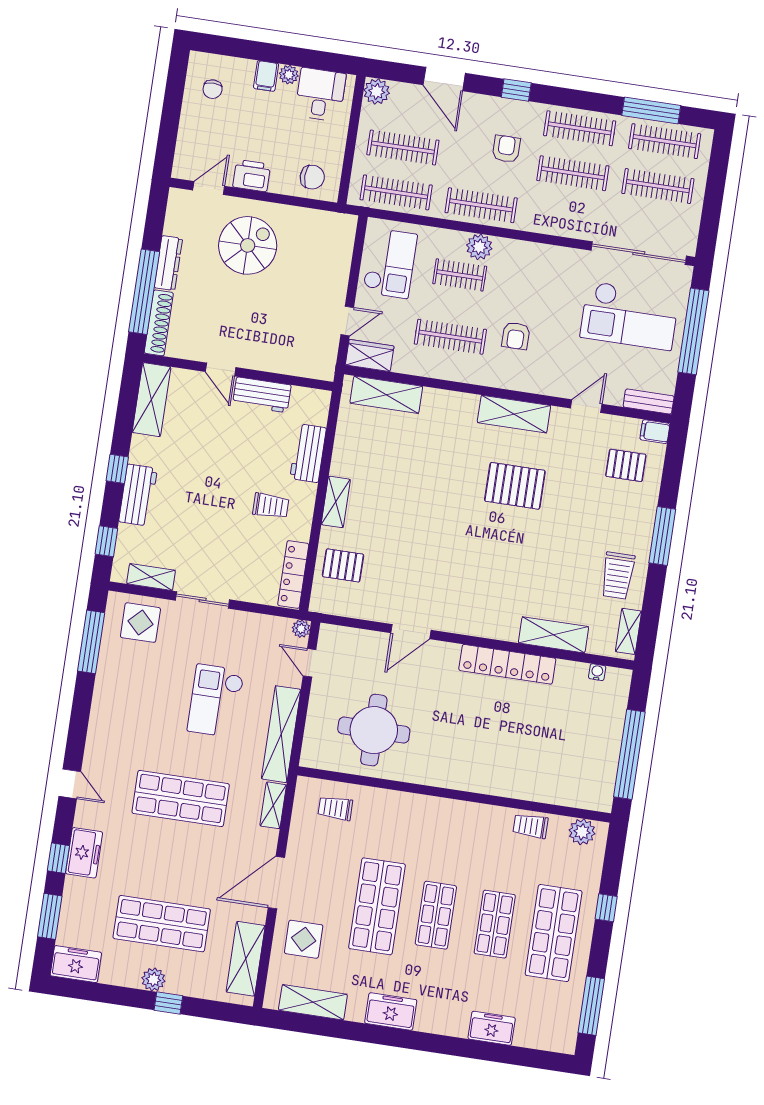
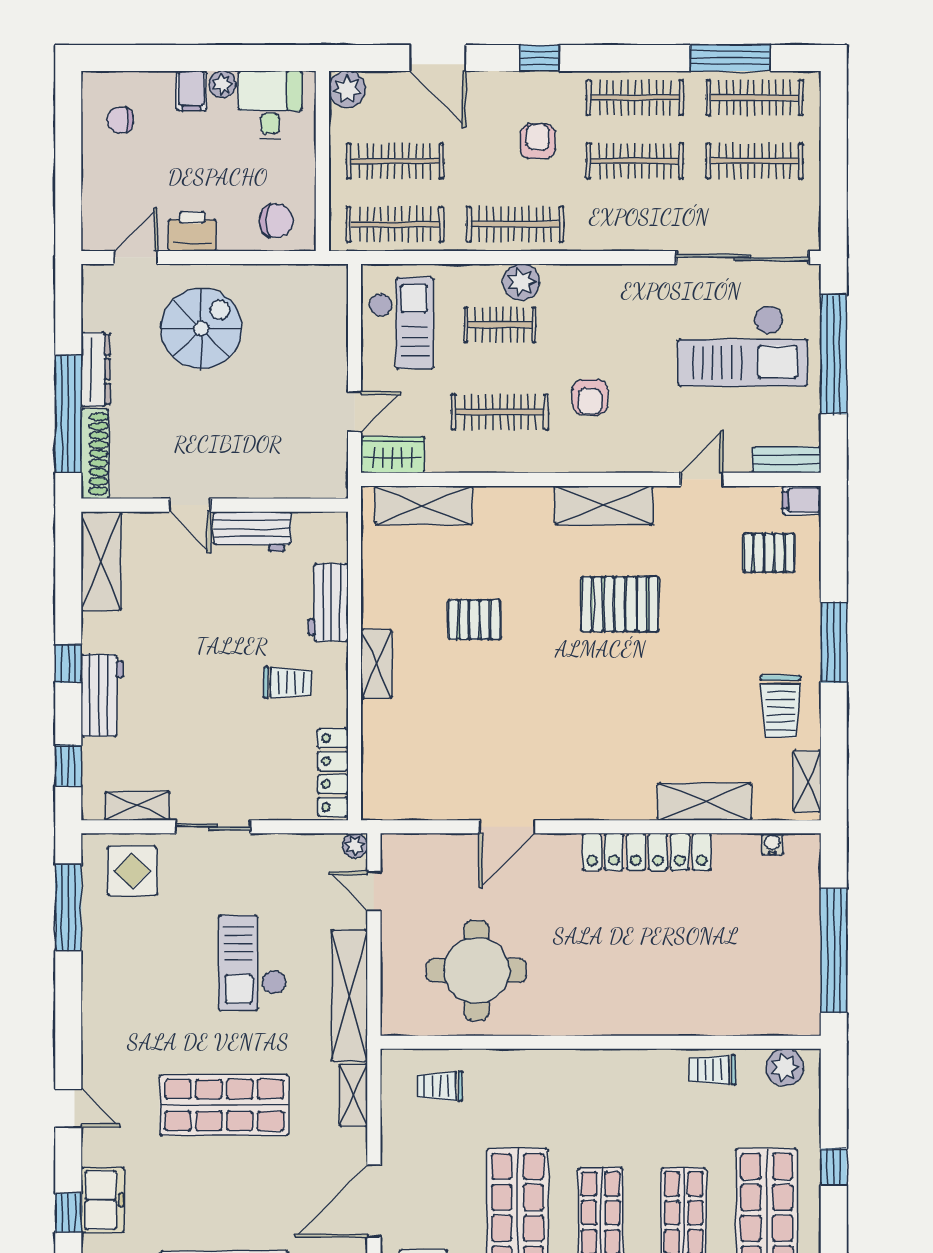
chair: (213, 89) -> (120, 120), turned 90
pallet: (343, 565) -> (474, 619), moved

